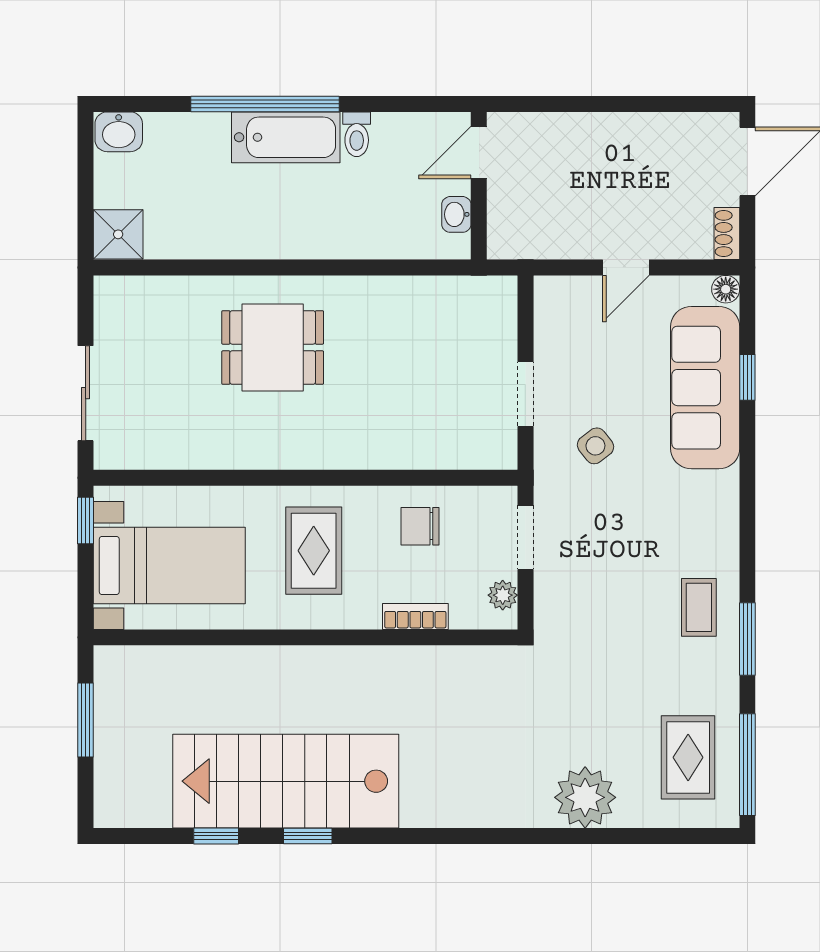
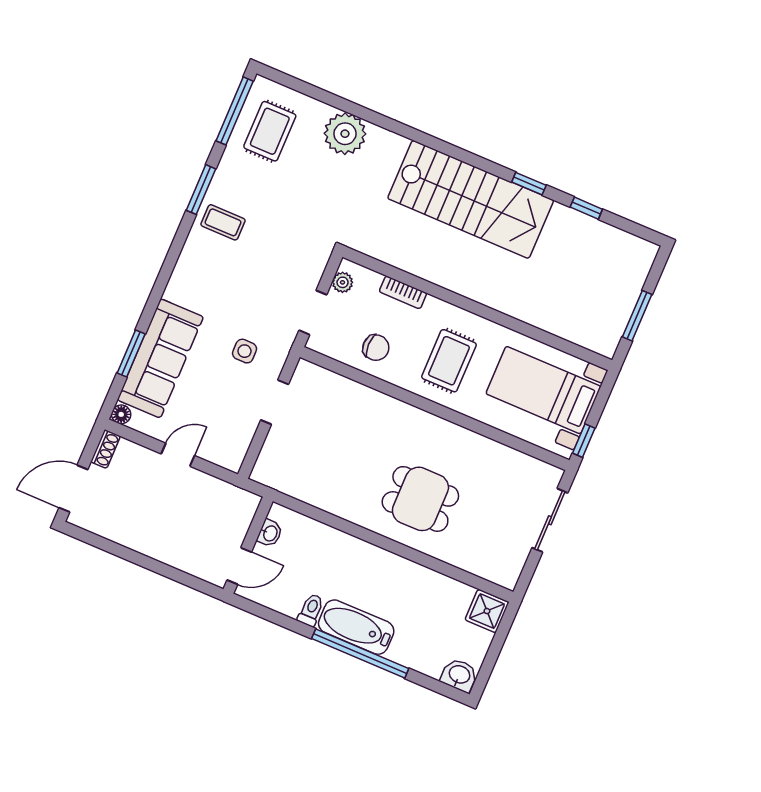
window: (747, 377) -> (131, 353), width x1.50
side table: (595, 446) -> (245, 351), turned 38
coffee table: (699, 607) -> (223, 222), turned 90
stairs: (286, 781) -> (471, 199), moved

